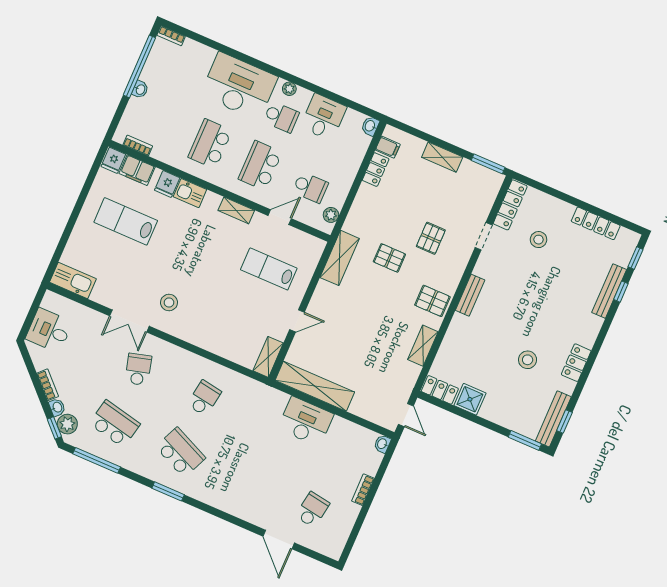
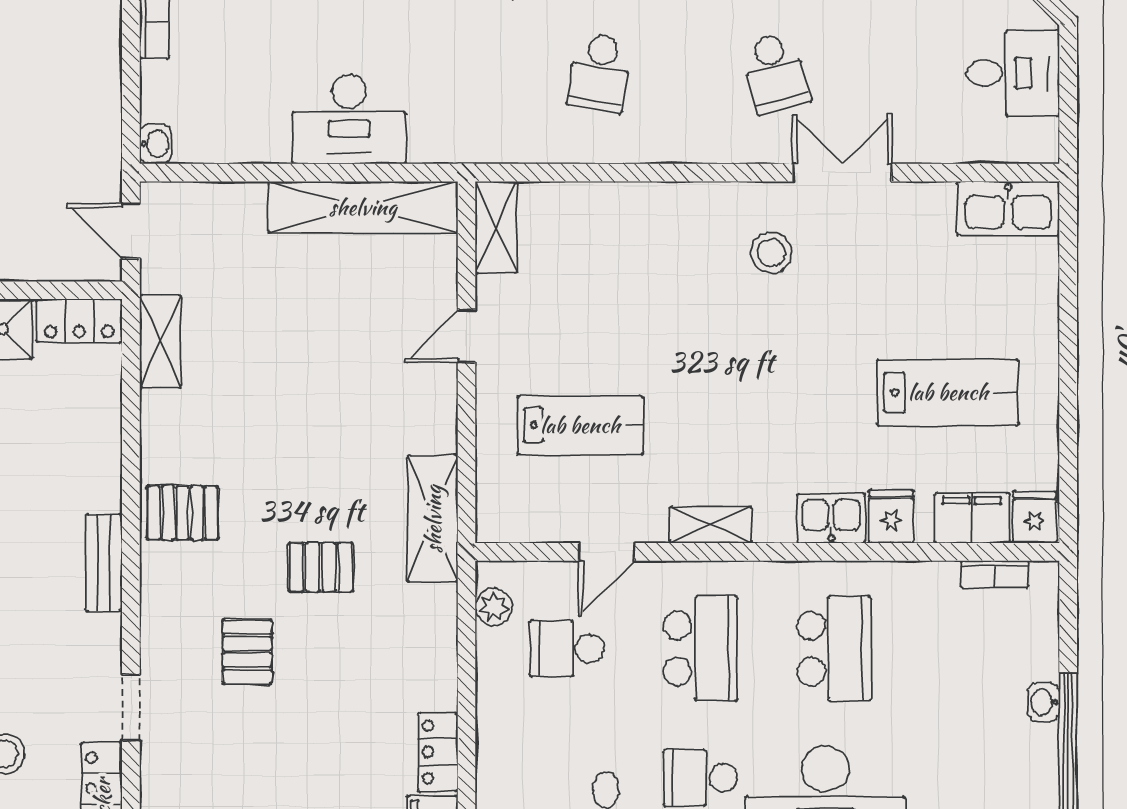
shelving: (423, 346) -> (160, 341), moved

